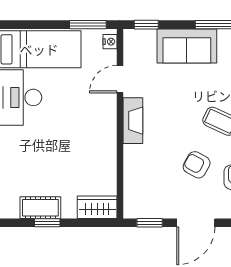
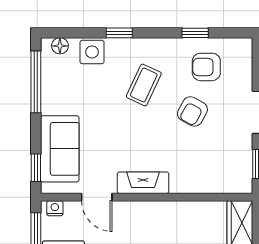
sofa: (187, 46) -> (60, 149), moved

